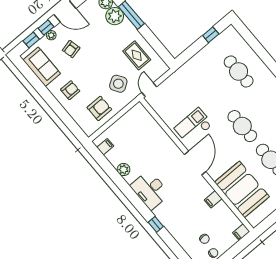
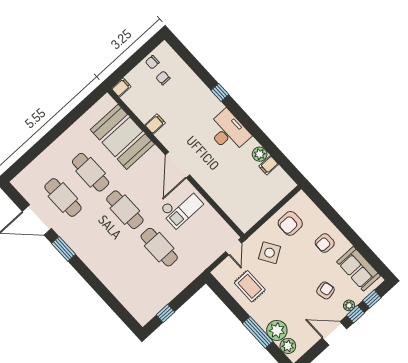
cafe table: (239, 71) -> (159, 247), moved
filing cabinet: (105, 147) -> (269, 165), moved

